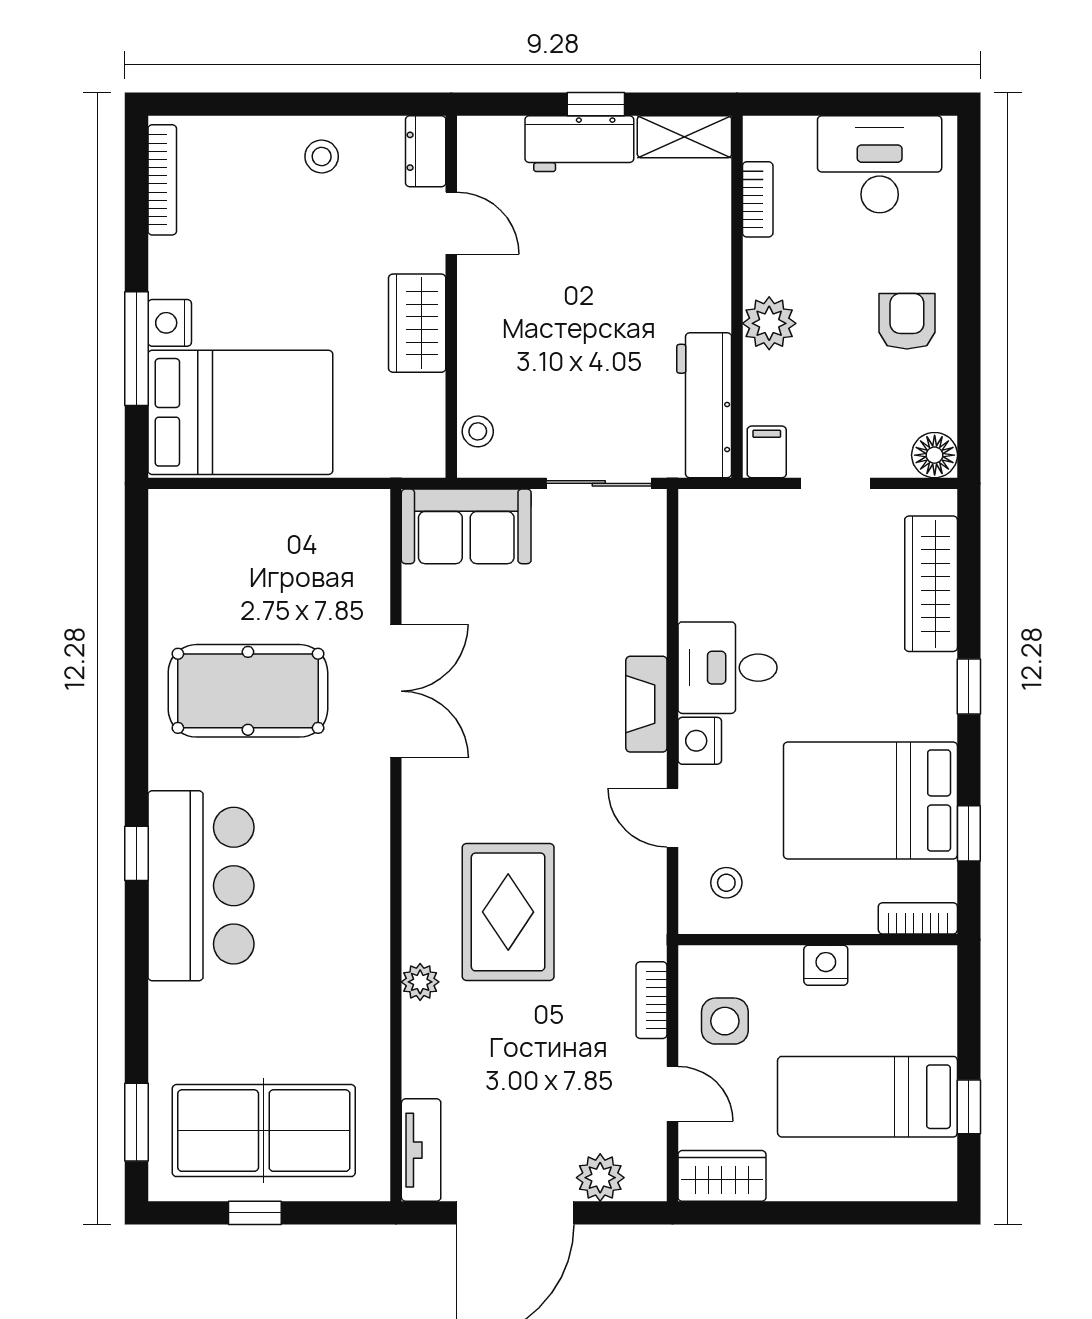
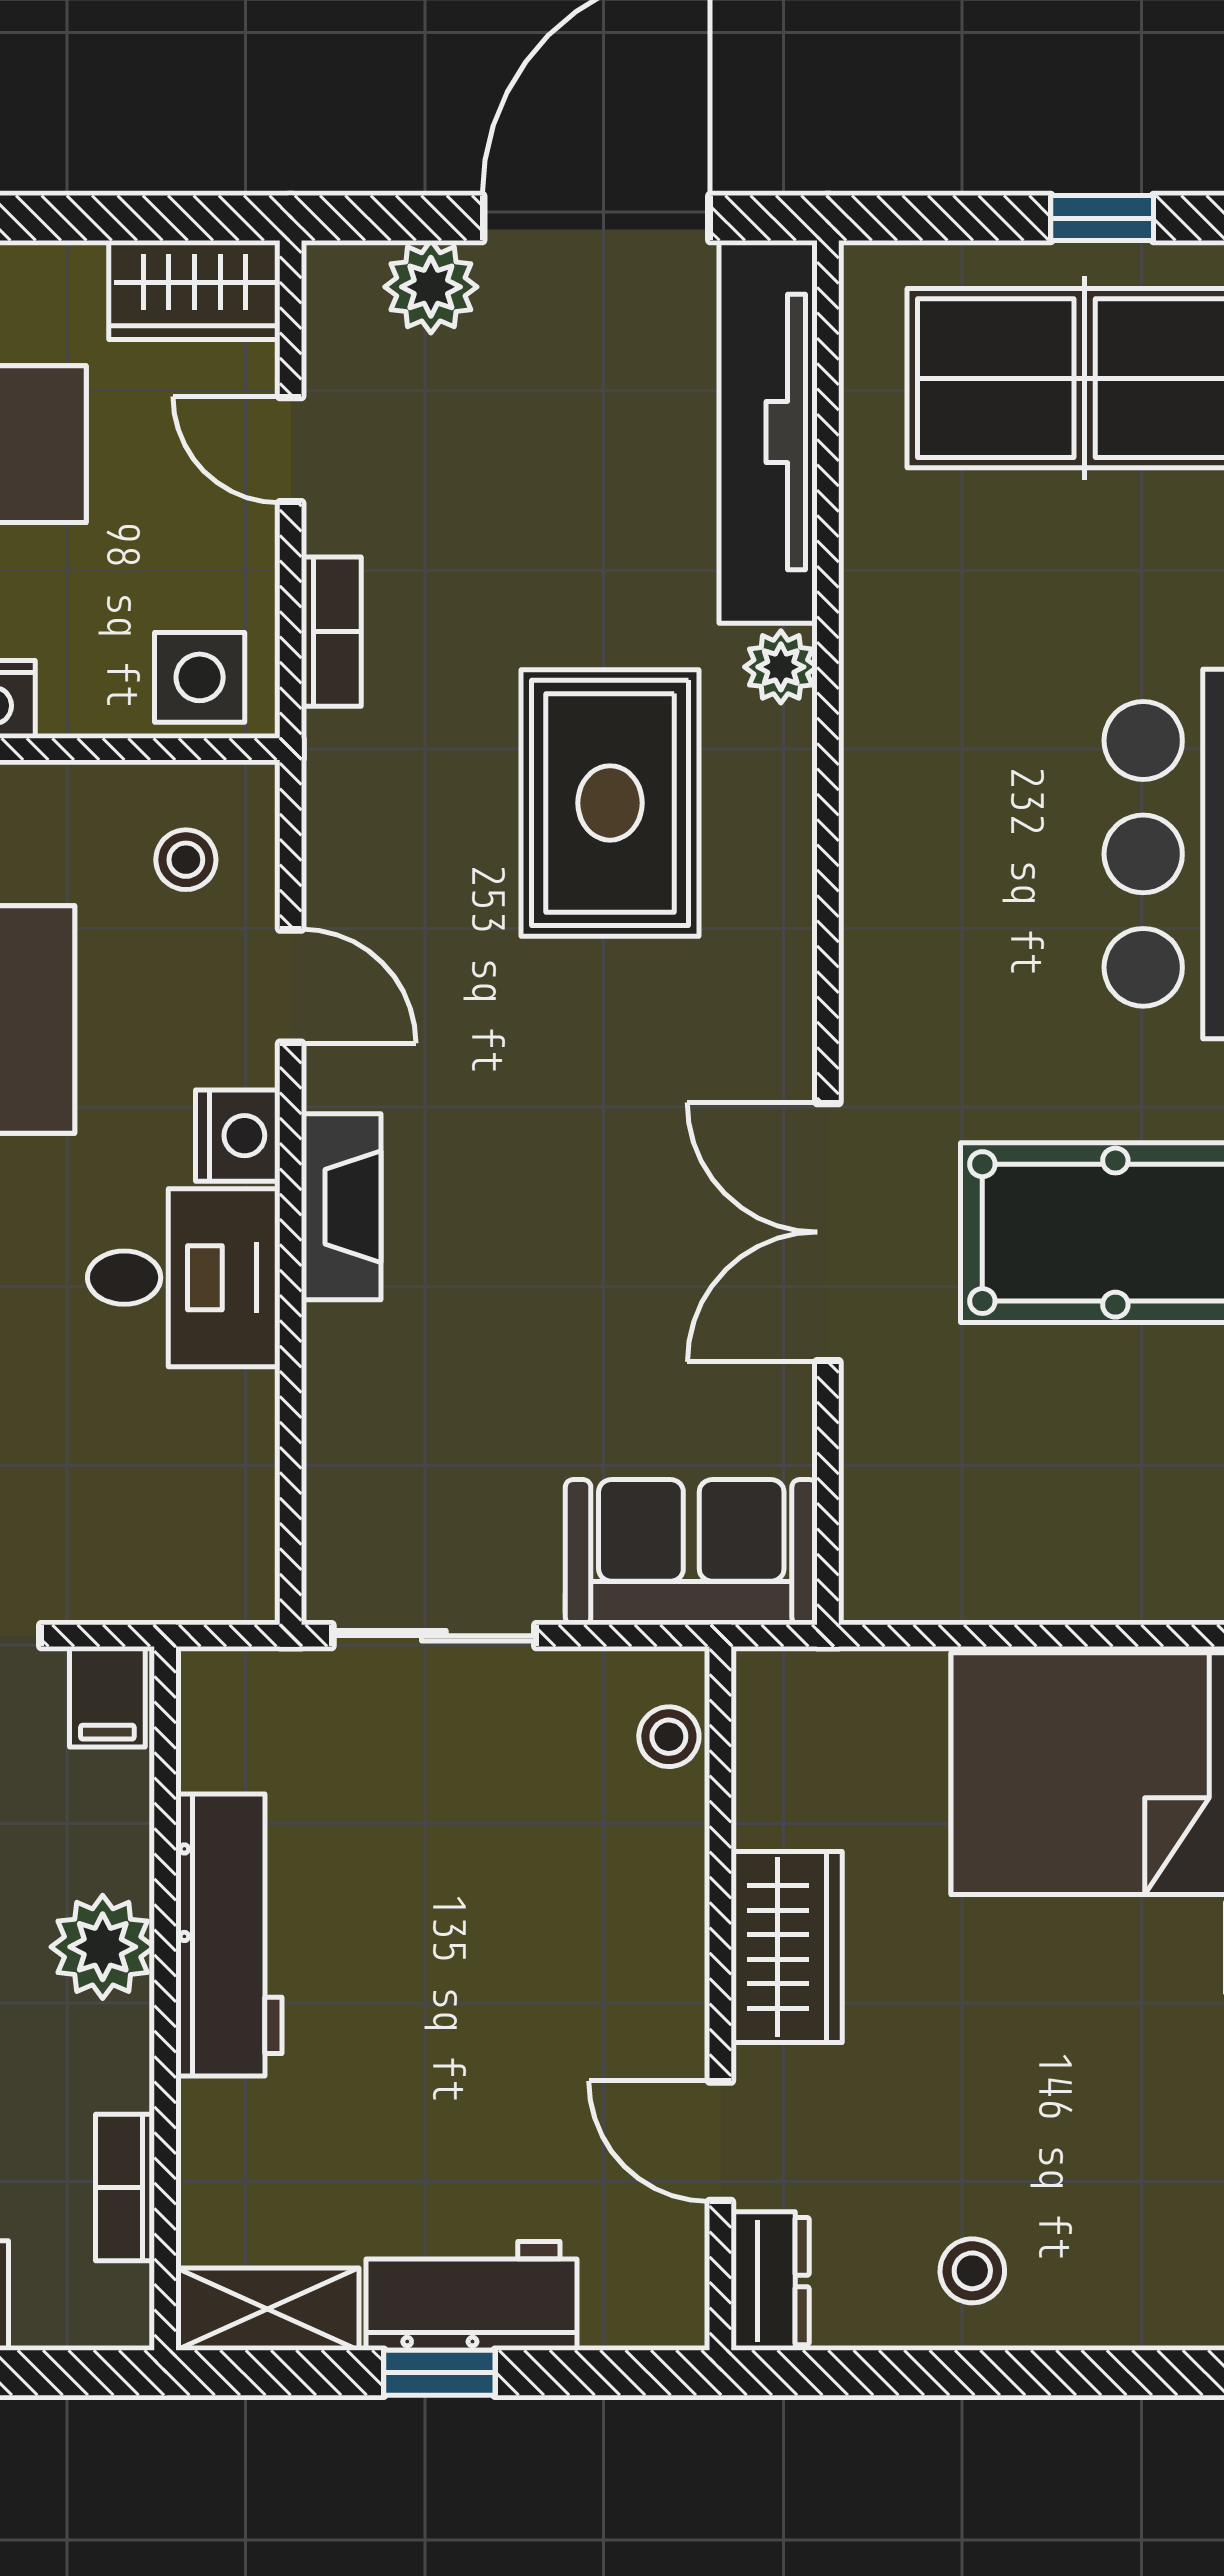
workbench: (704, 405) -> (229, 1935), moved
side table: (725, 1021) -> (200, 677), moved
tv unit: (421, 1150) -> (768, 432), width x1.92, depth x1.29

